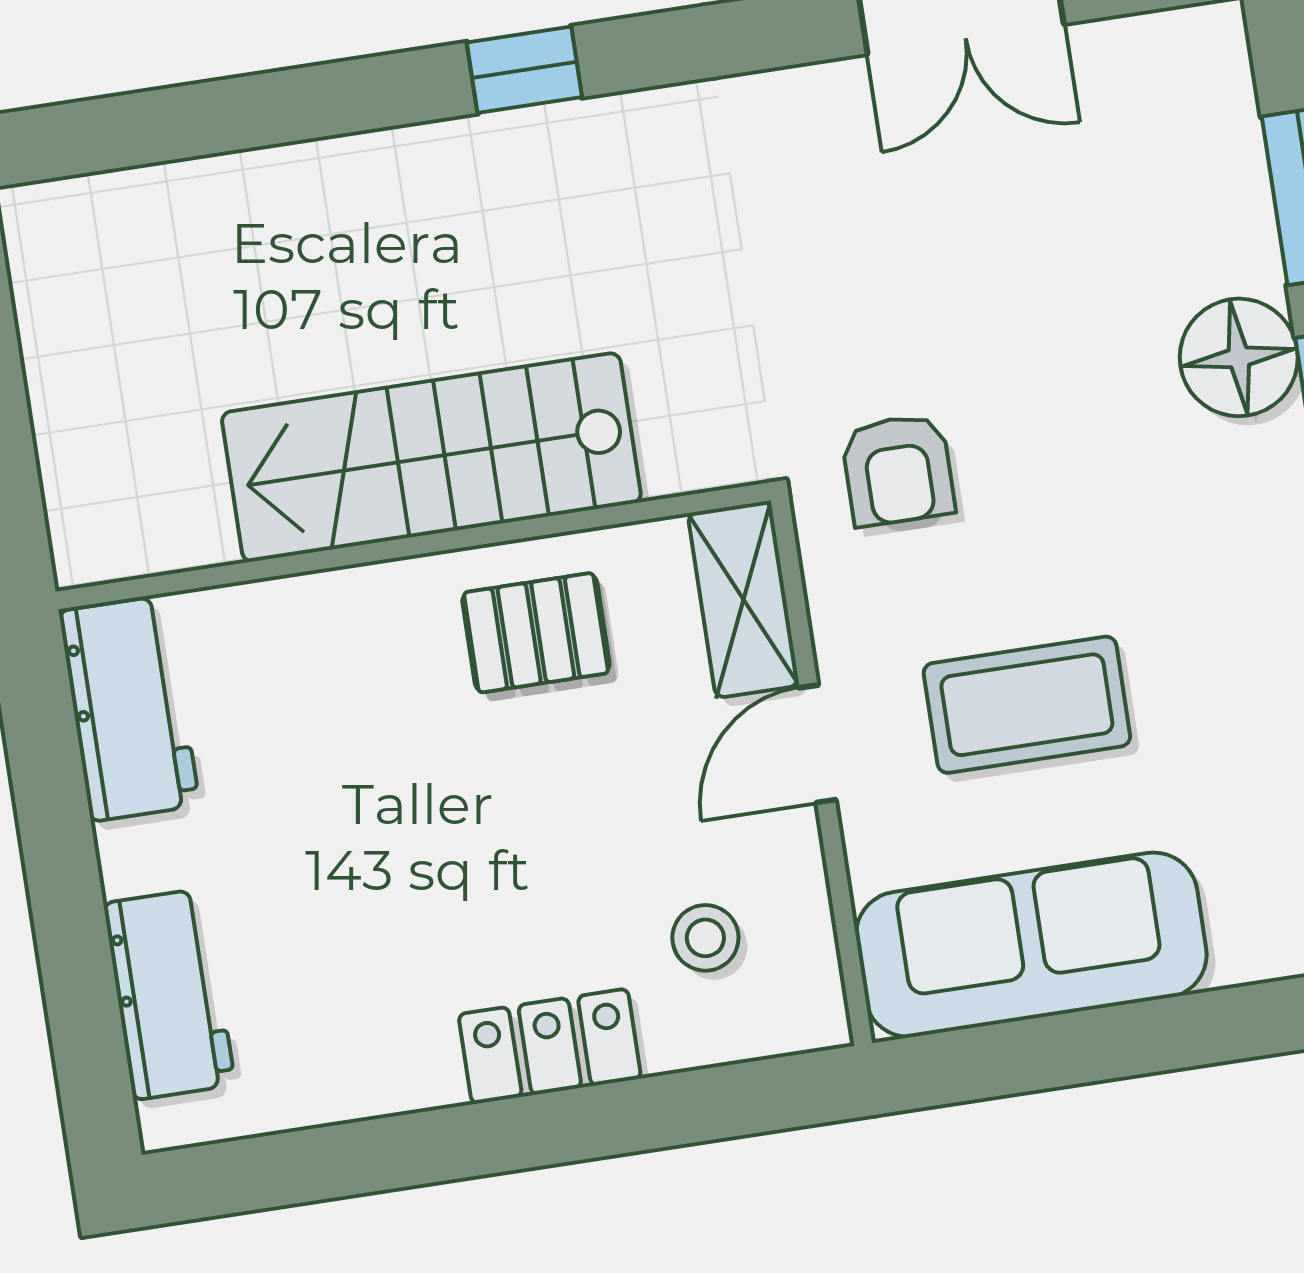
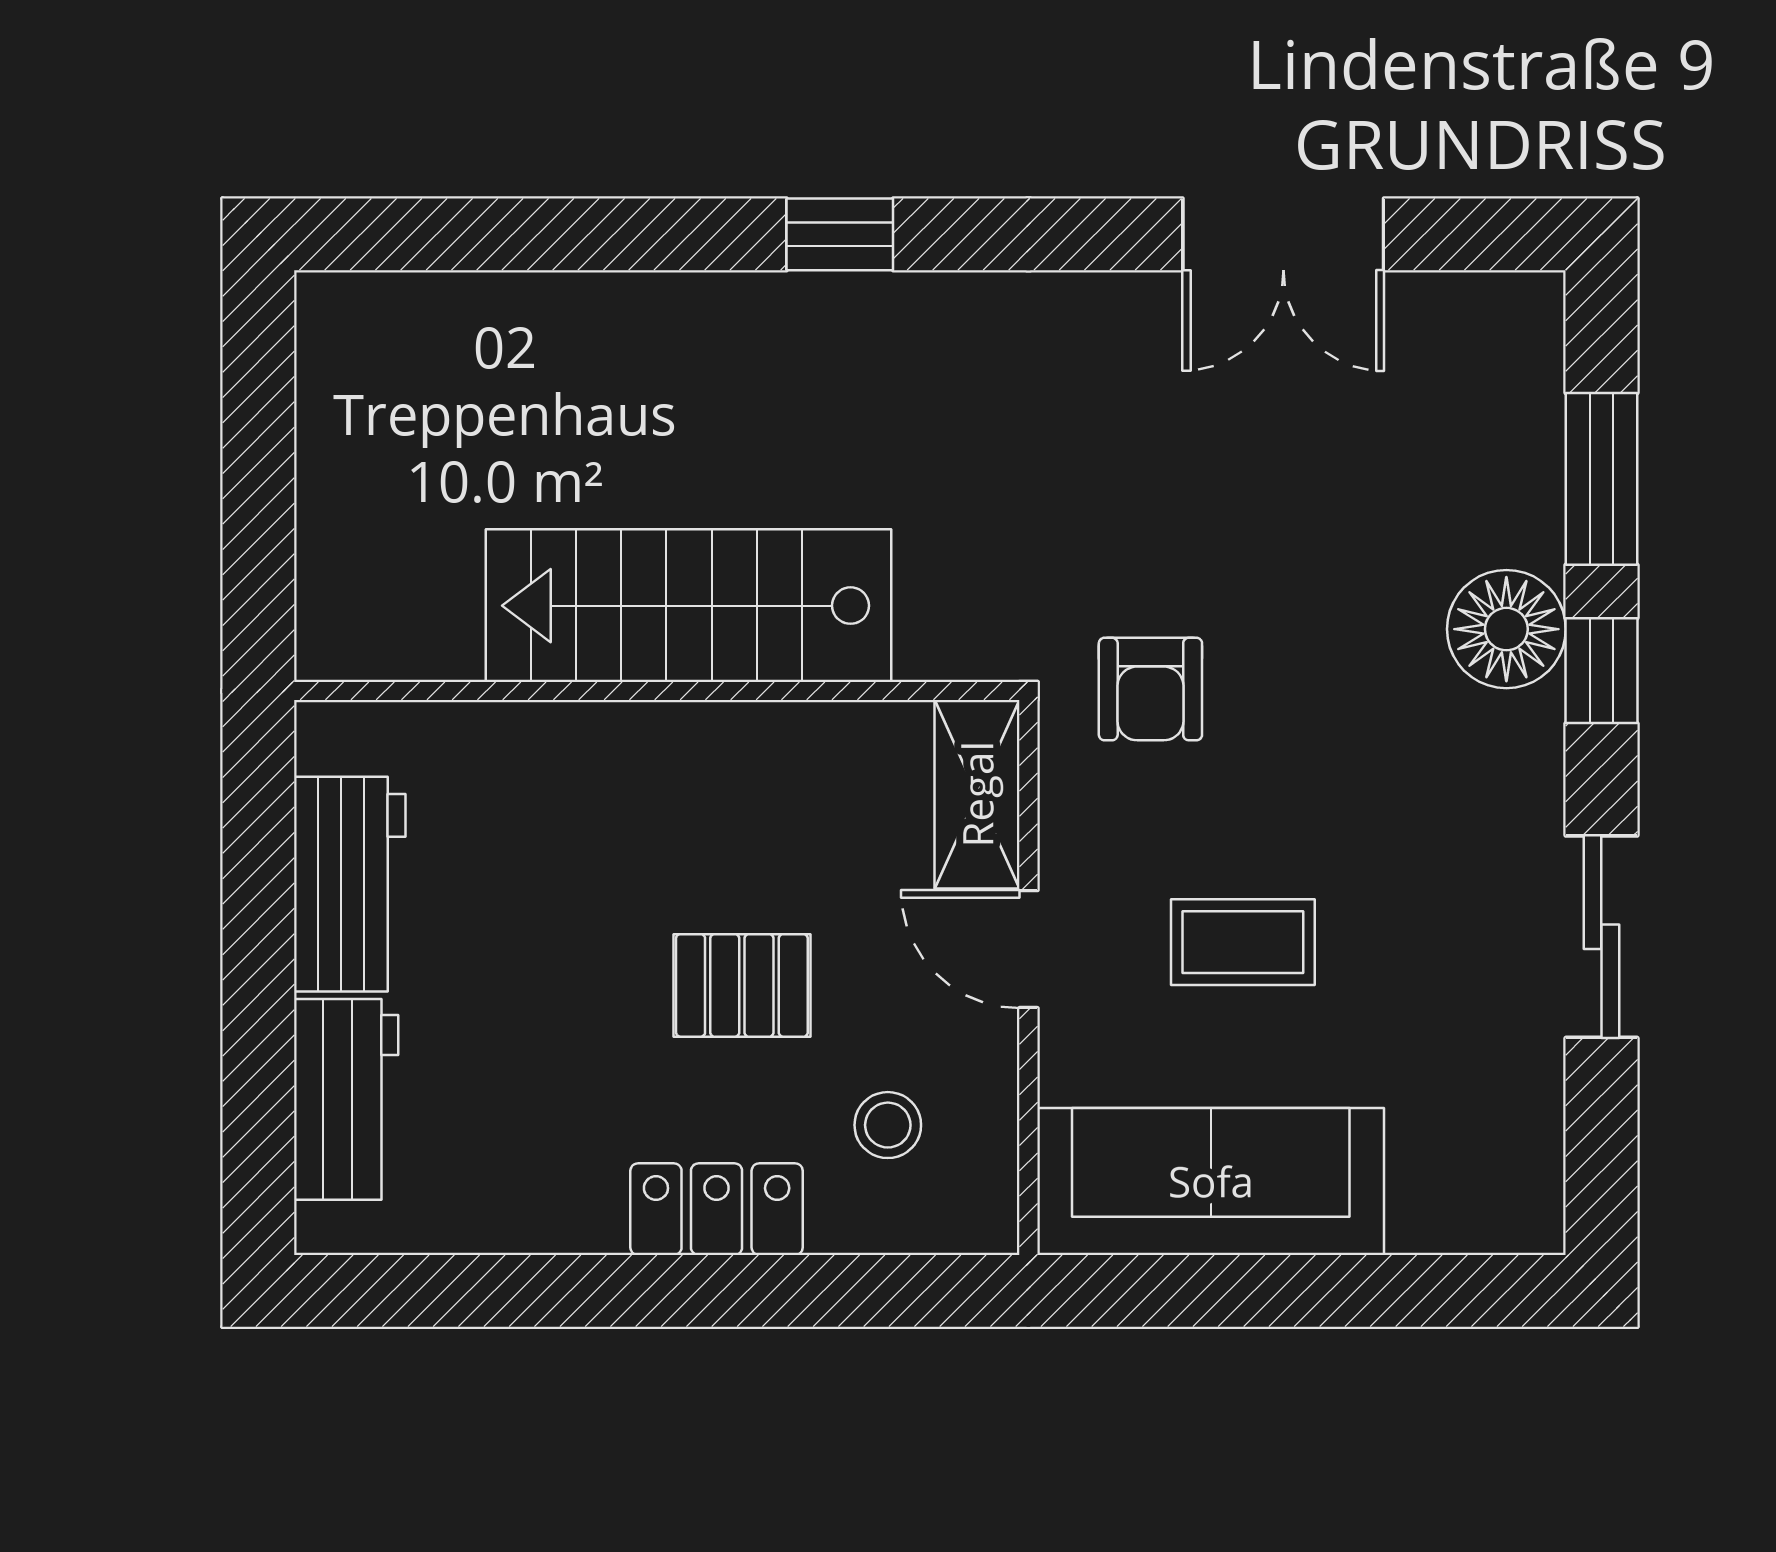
pallet: (536, 633) -> (742, 985), moved
coffee table: (1027, 705) -> (1243, 942), width x0.73, depth x0.77
workbench: (129, 708) -> (350, 884), moved
door: (817, 744) -> (1028, 949), hinge flipped

